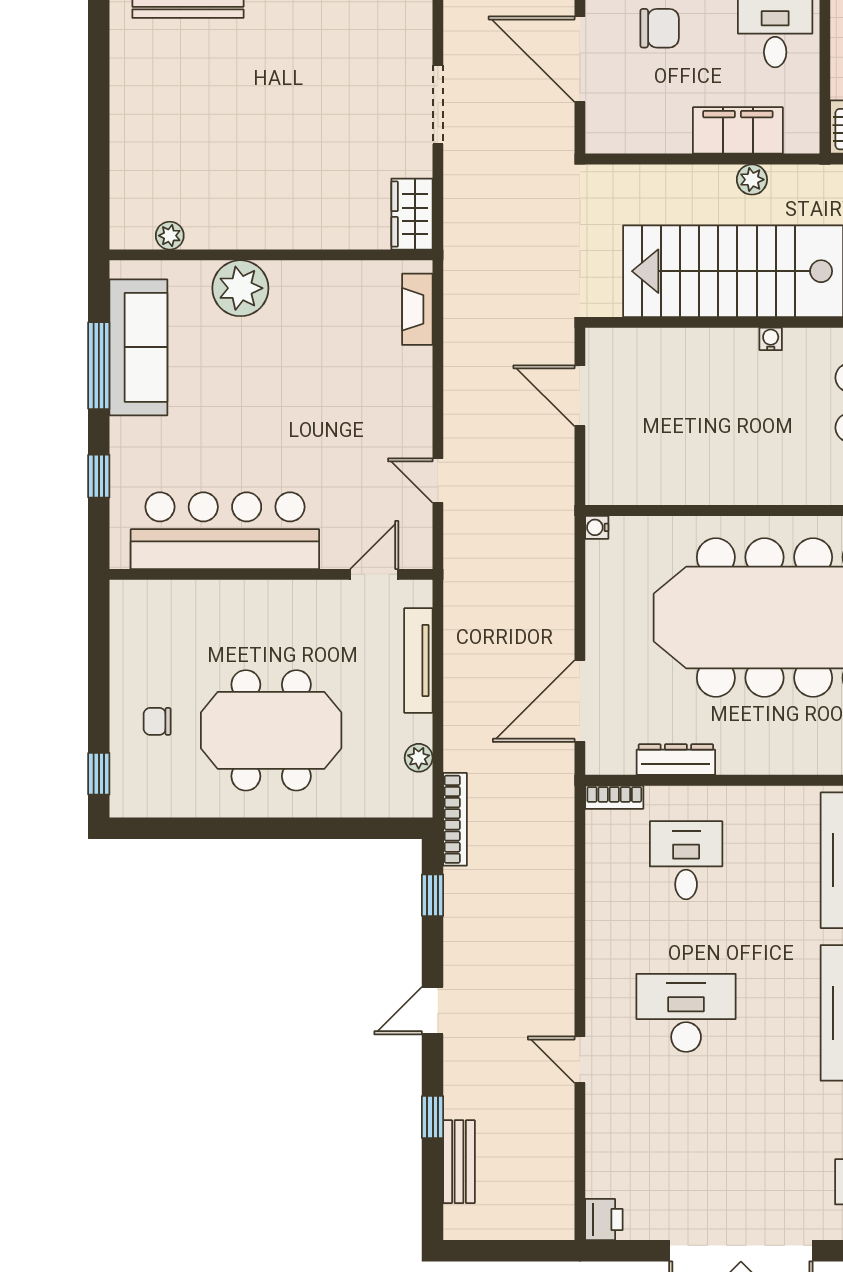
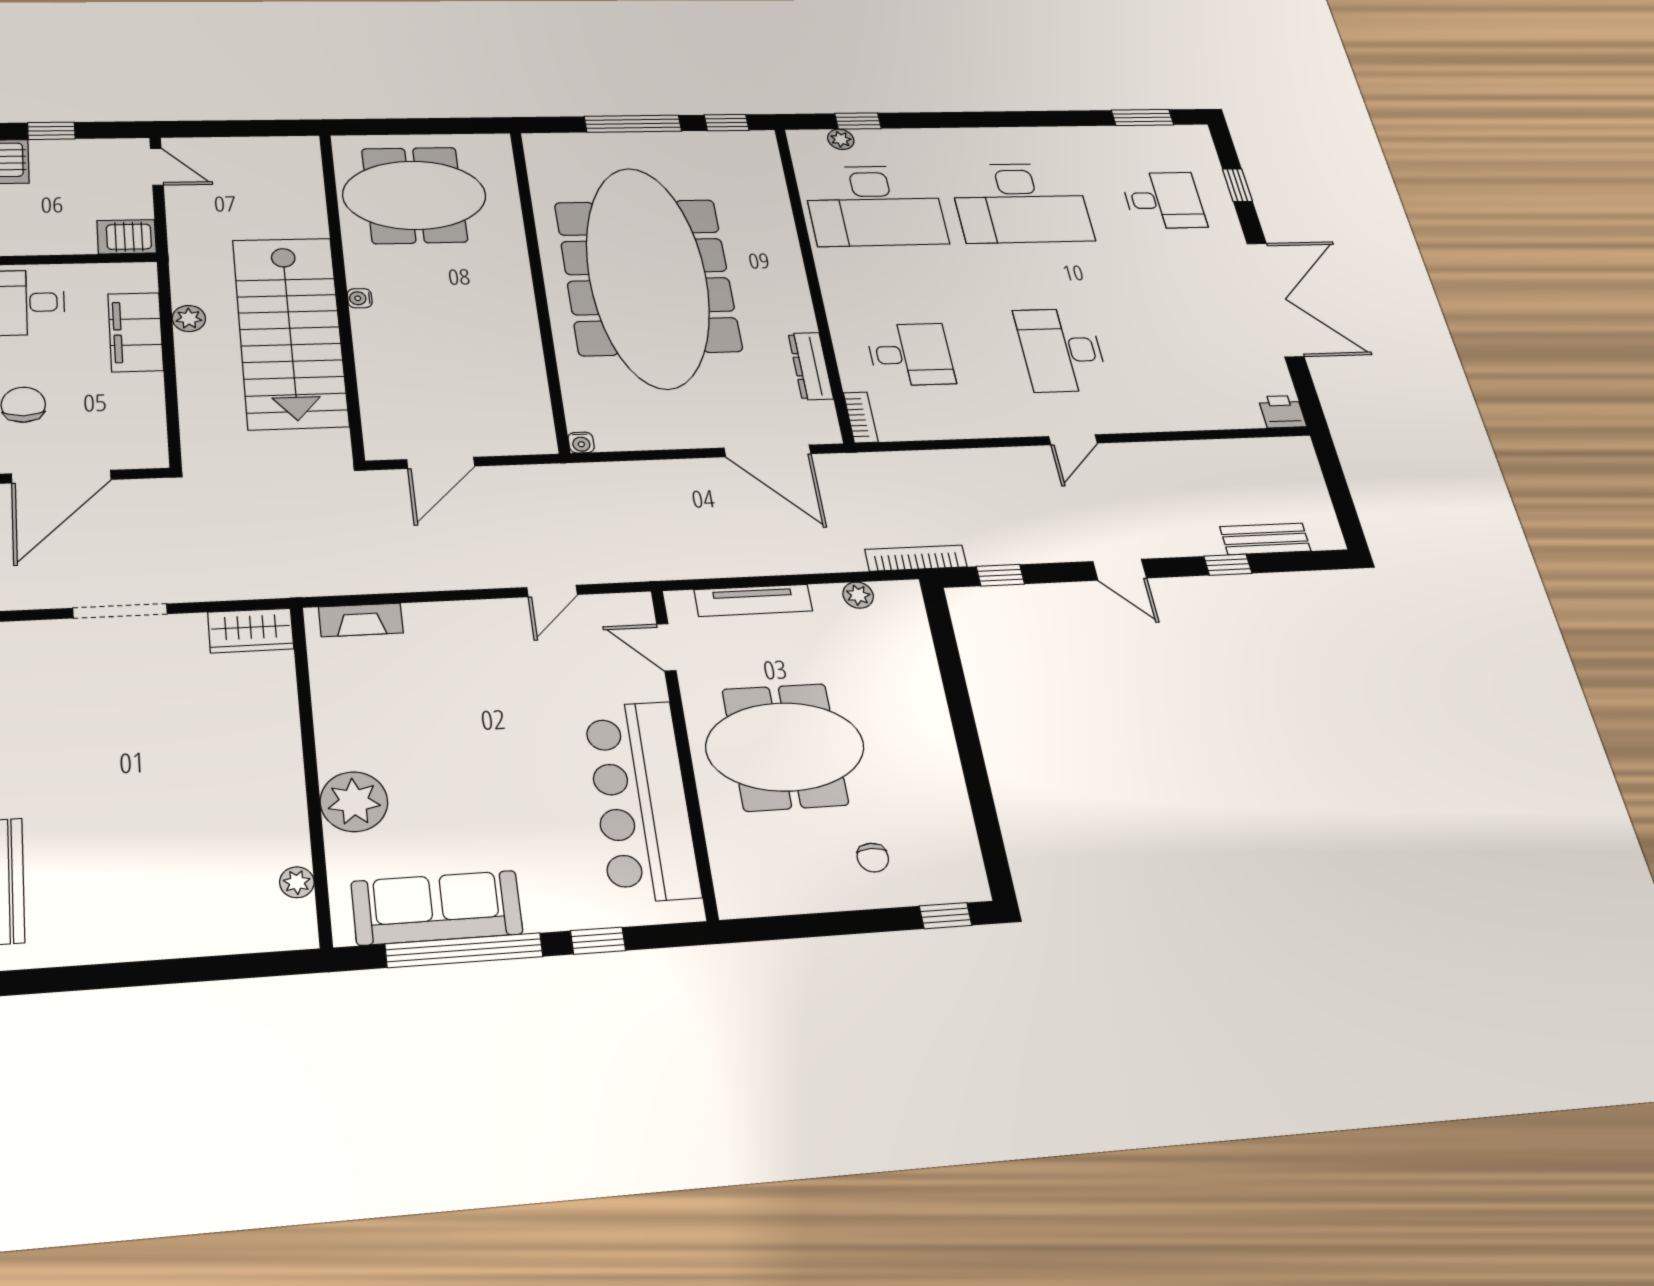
window: (99, 366) -> (464, 950), width x1.46
meeting table: (271, 730) -> (785, 747), moved, turned 90
desk: (686, 860) -> (910, 355), turned 180
door: (580, 1060) -> (1073, 440), moved

